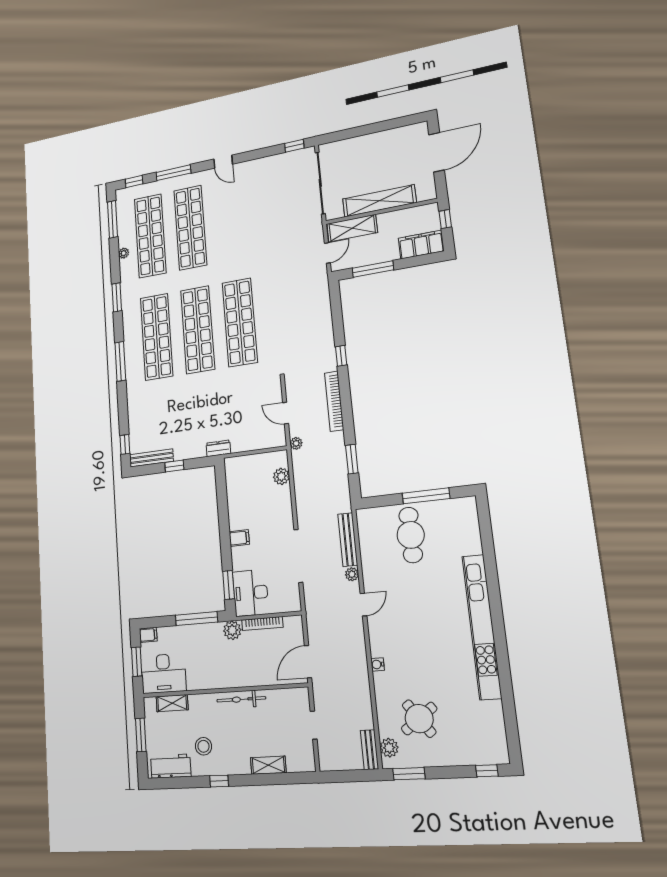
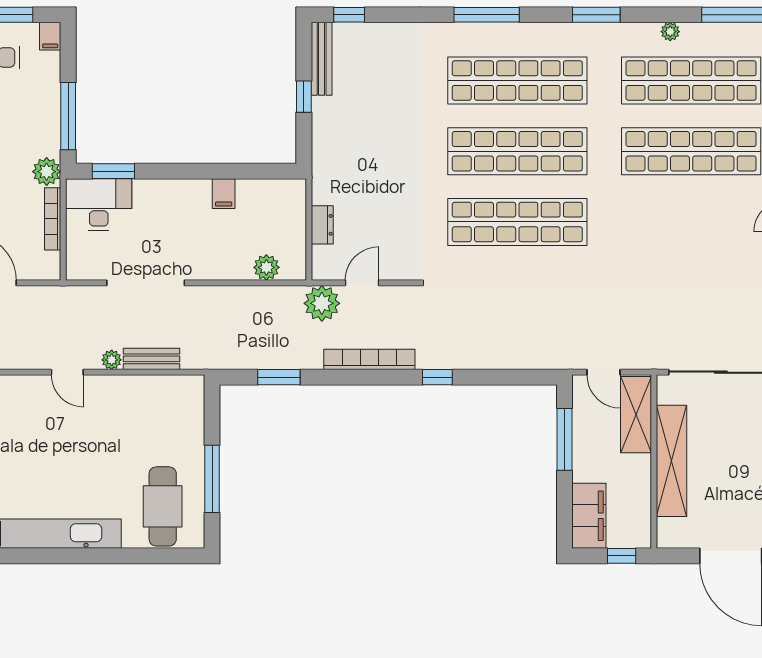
plant: (296, 443) -> (322, 303), width x1.87, depth x1.87
dresser: (218, 448) -> (322, 225), moved
cafe table: (411, 535) -> (163, 506), moved, turned 90
filing cabinet: (239, 538) -> (224, 194), moved
bench: (348, 540) -> (152, 359), width x0.73

